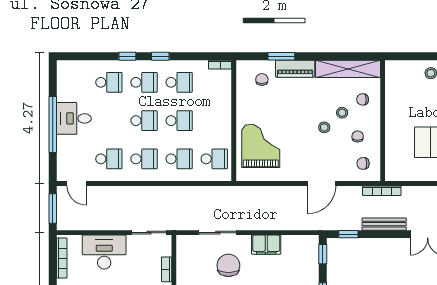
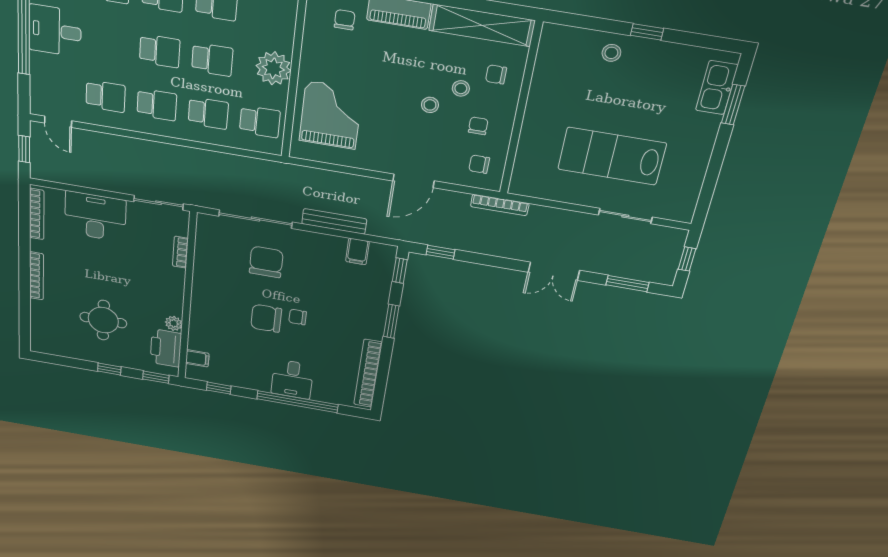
plant: (220, 120) -> (273, 68), added
window: (53, 208) -> (24, 149), width x0.67
bench: (384, 224) -> (334, 221), moved
sliding door: (218, 233) -> (255, 219), width x1.37
filing cabinet: (266, 245) -> (357, 251), moved, width x0.50

